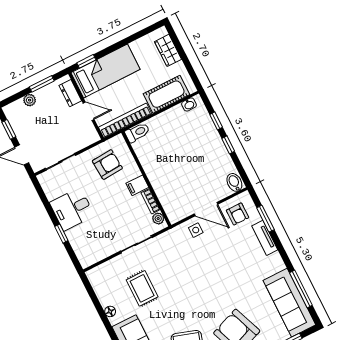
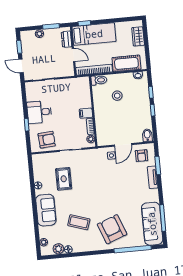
stool: (171, 144) -> (117, 96), added
armchair: (107, 165) -> (47, 140), moved
door: (206, 209) -> (123, 145), hinge flipped

